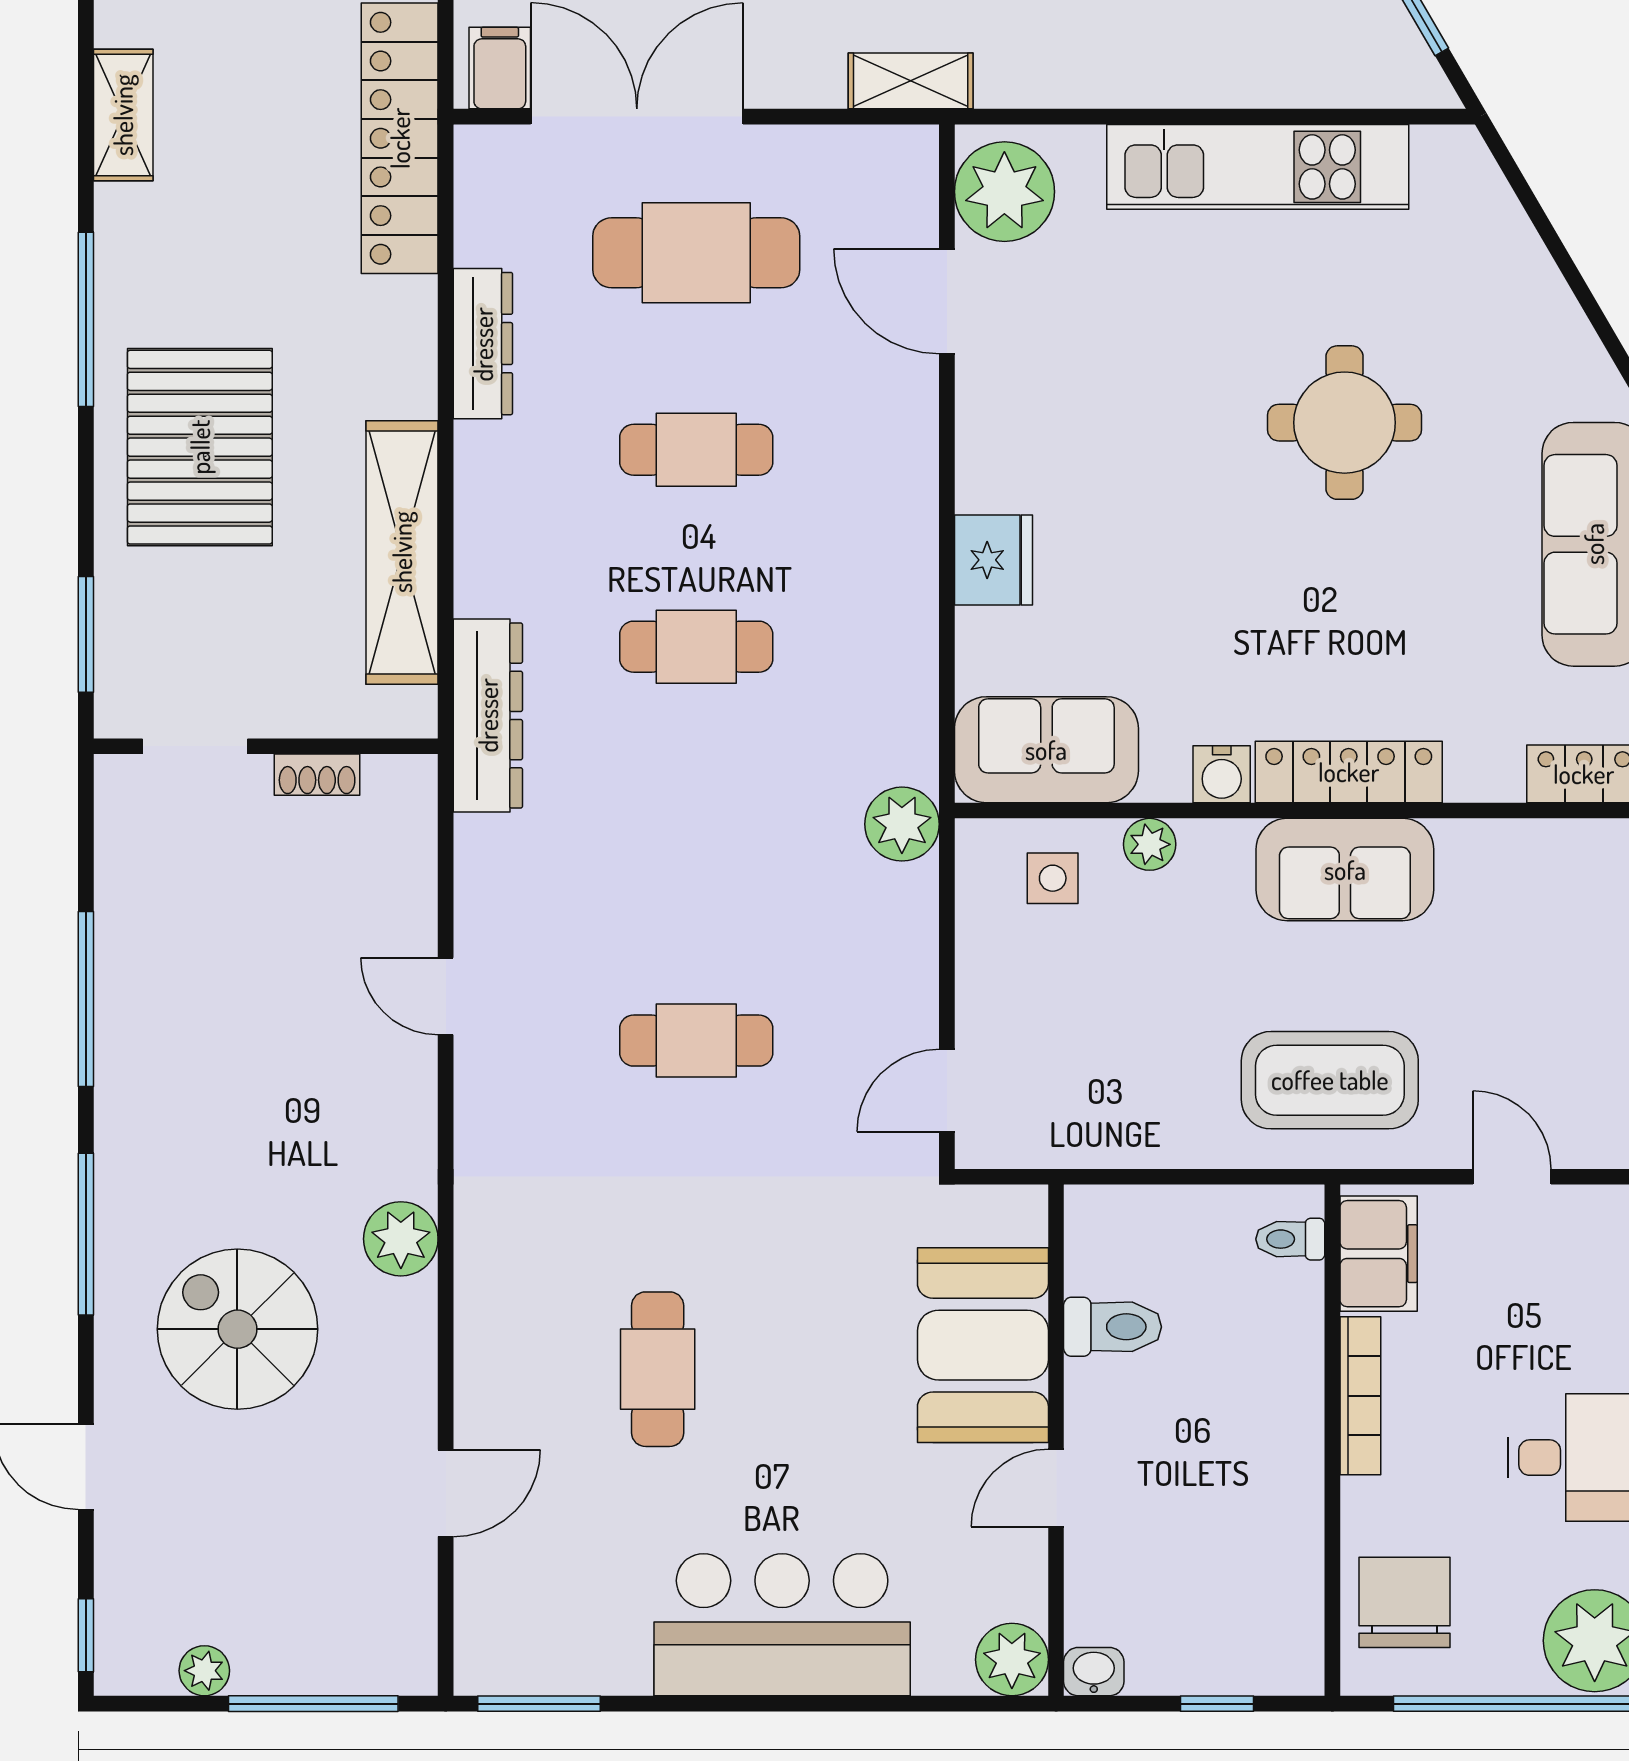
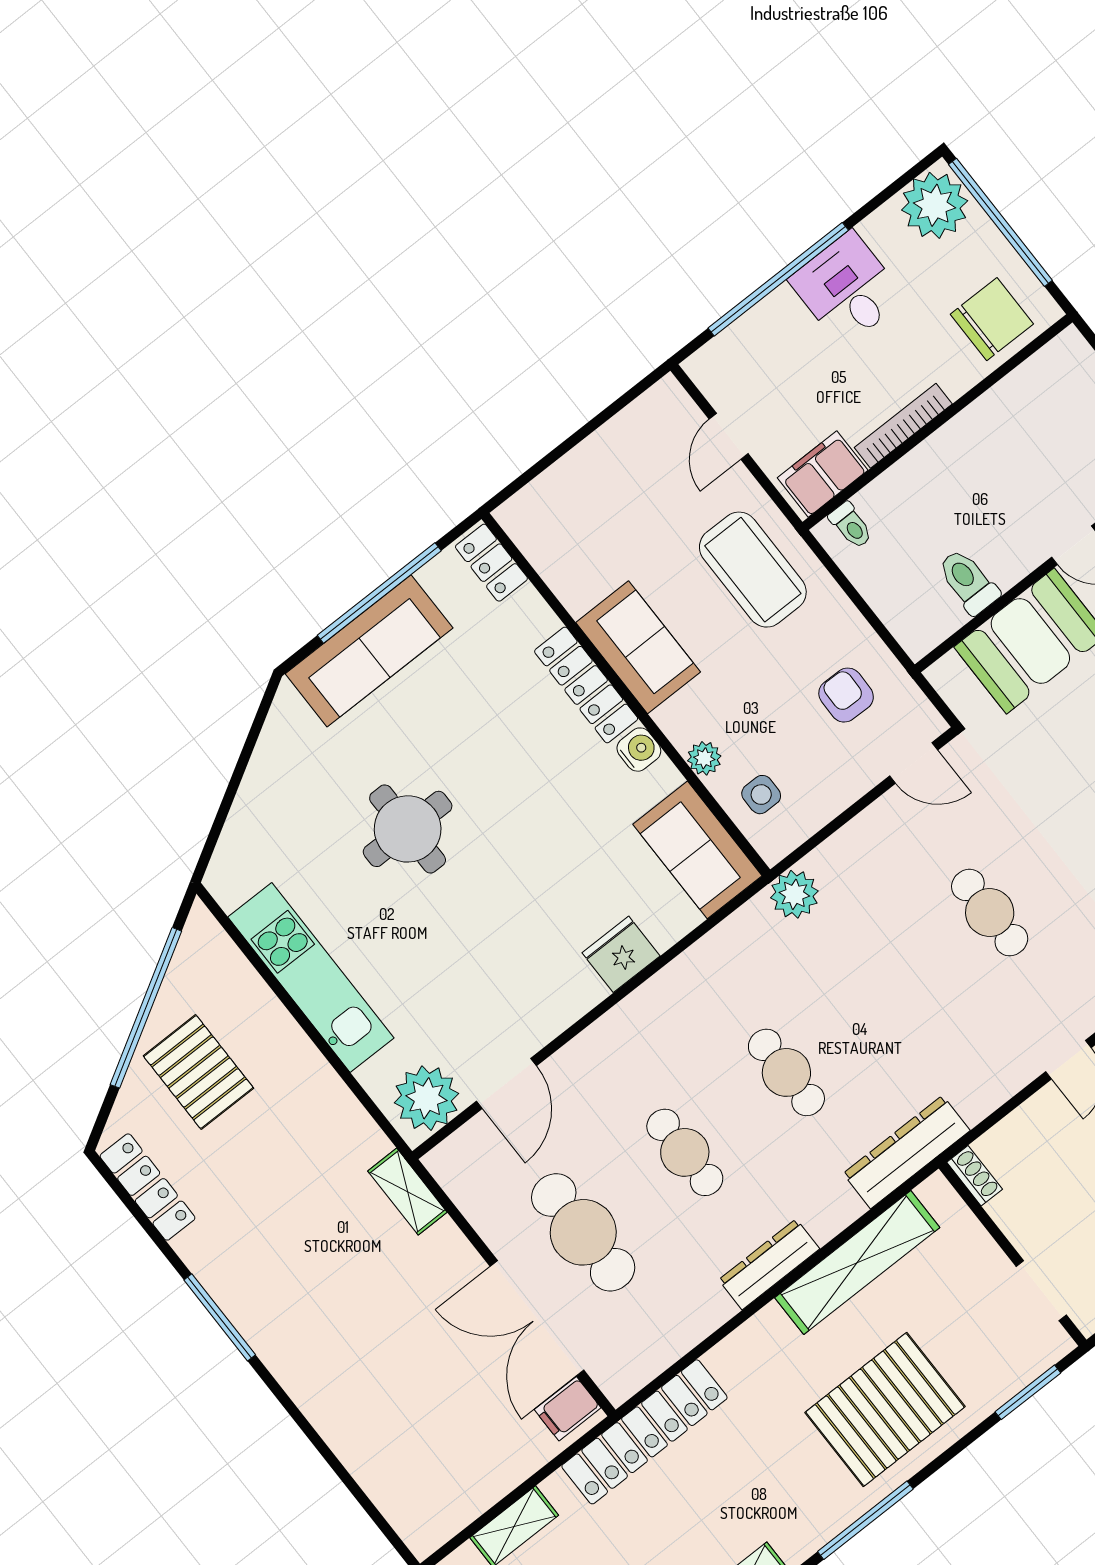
dresser: (483, 344) -> (769, 1264), moved
shoe rack: (317, 775) -> (975, 1176), moved
armchair: (1092, 1074) -> (846, 695), added
chair: (1405, 1602) -> (992, 319), turned 180

